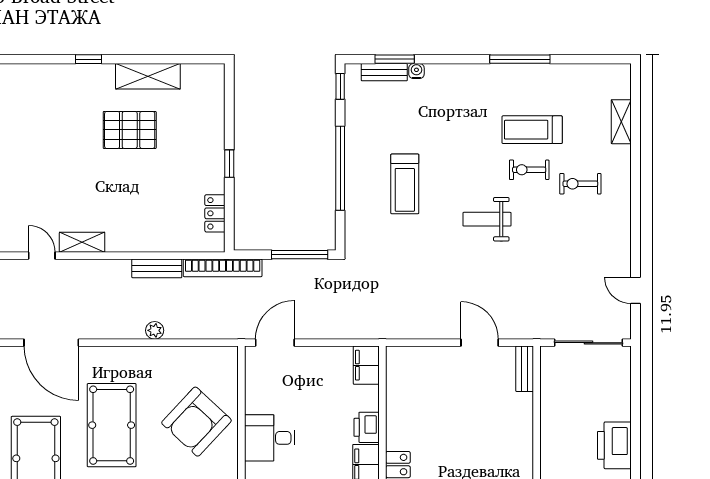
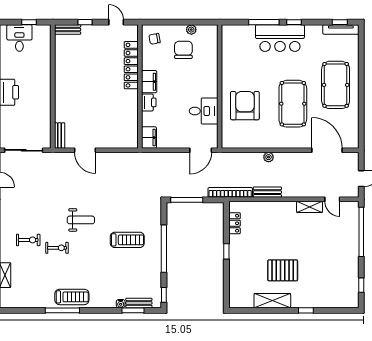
treadmill: (532, 130) -> (72, 297), moved
treadmill: (405, 184) -> (127, 240), turned 90
armchair: (196, 422) -> (245, 106), turned -43
desk: (270, 438) -> (204, 111), moved

